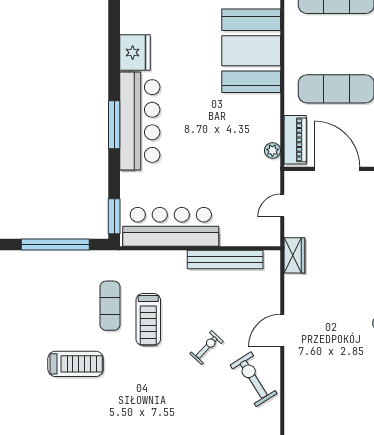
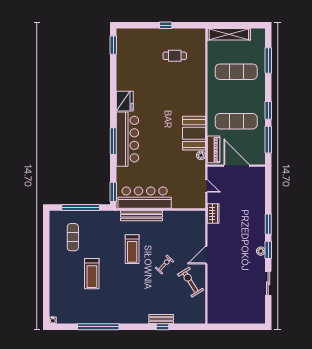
booth: (251, 51) -> (194, 133), moved, width x0.73, depth x0.70
door: (282, 206) -> (206, 186), swing flipped
bench: (225, 260) -> (141, 216), moved
exercise mat: (110, 306) -> (73, 237), moved
treadmill: (76, 364) -> (92, 274), turned 90

